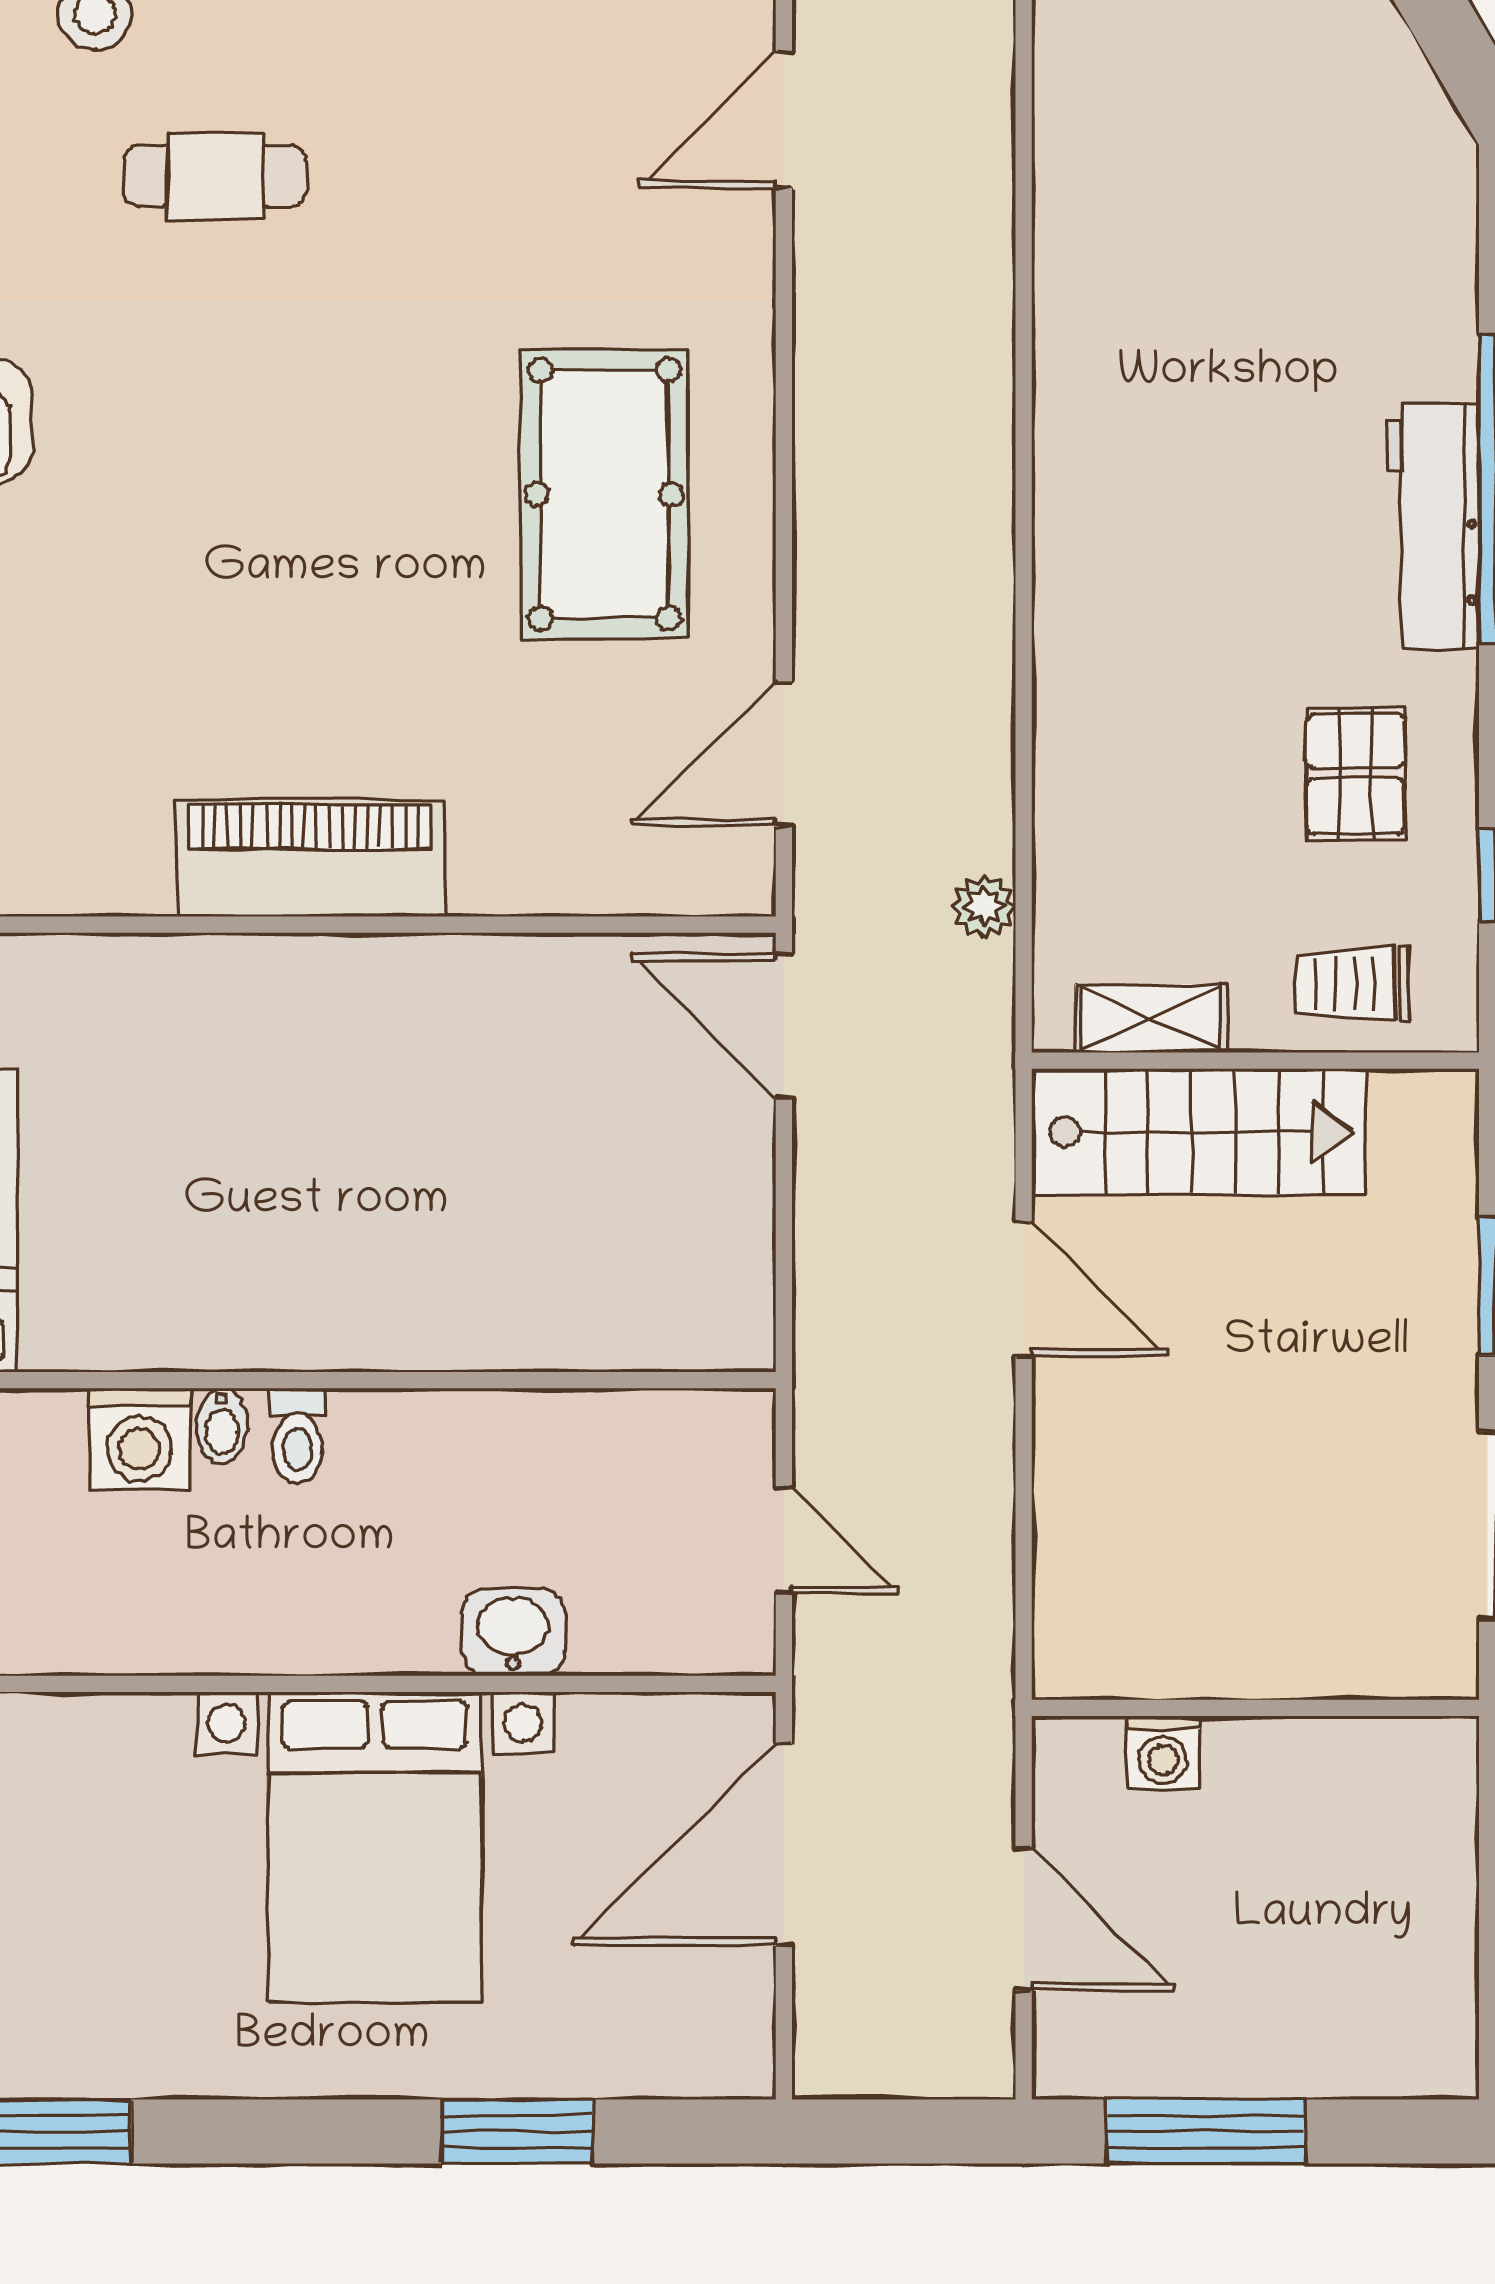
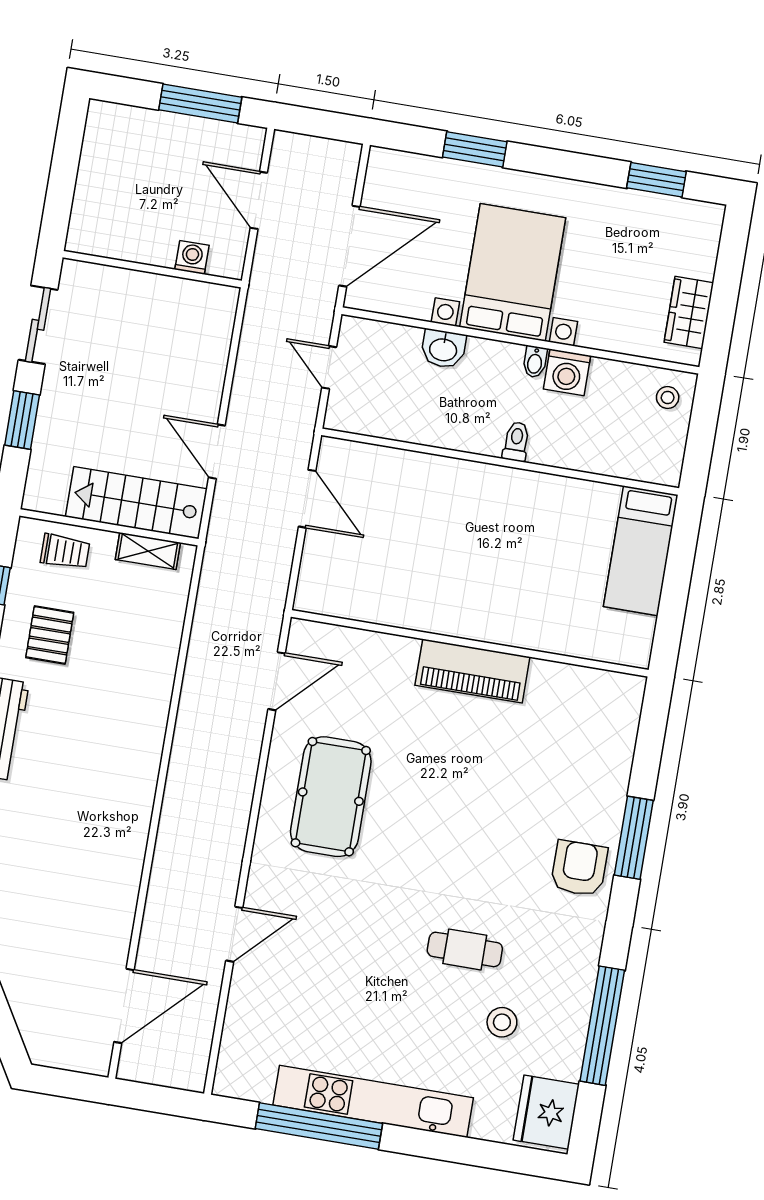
plant: (984, 907) -> (207, 607), removed
door: (784, 1026) -> (307, 499), moved
bidet: (222, 1426) -> (535, 362), moved, turned 180
washing machine: (139, 1439) -> (567, 372), moved, turned 180

